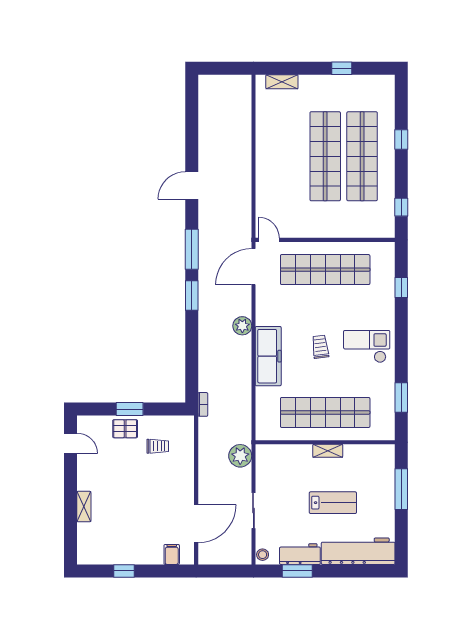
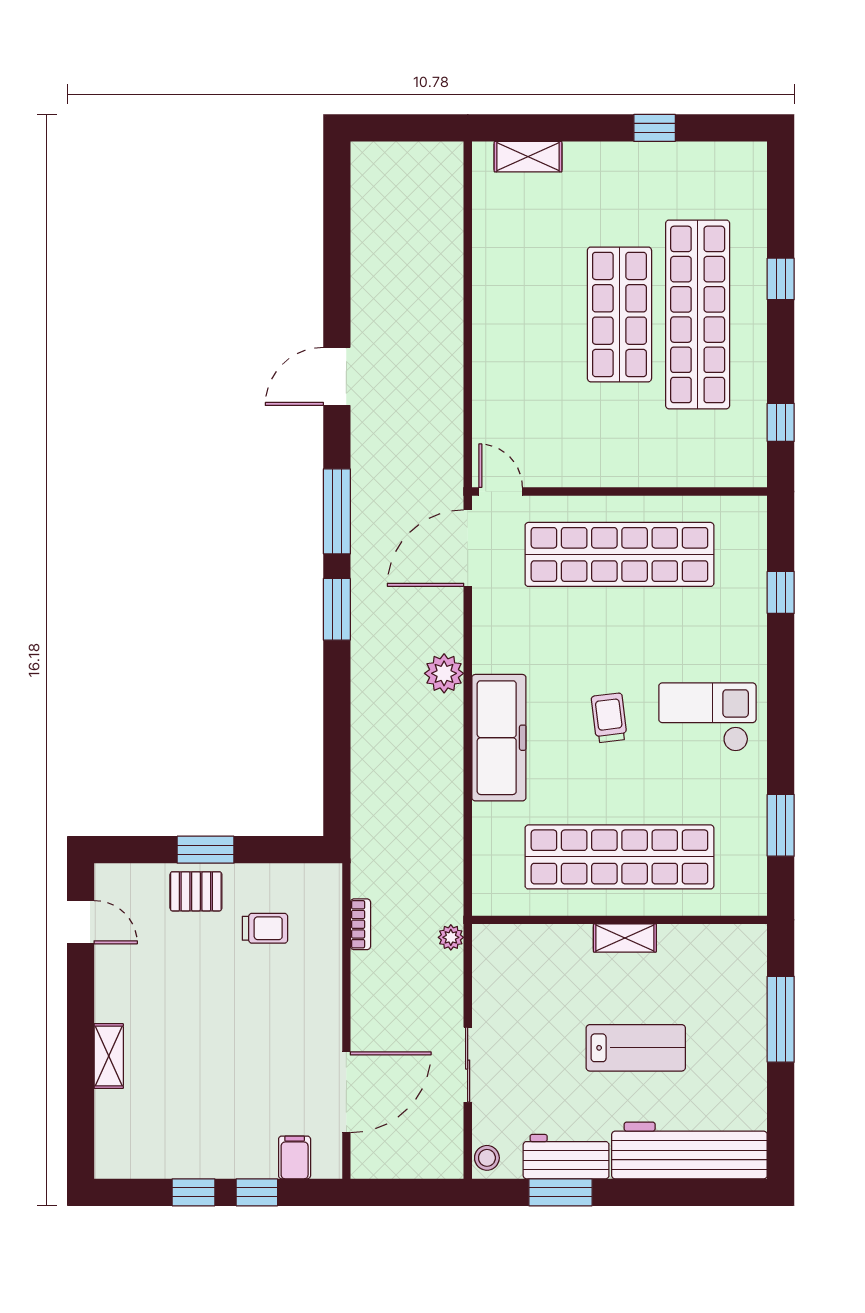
shop shelf: (325, 156) -> (619, 314), width x0.71
bookcase: (203, 404) -> (360, 924), moved
plant: (240, 456) -> (451, 937), width x0.53, depth x0.53
window: (154, 571) -> (257, 1192), added

